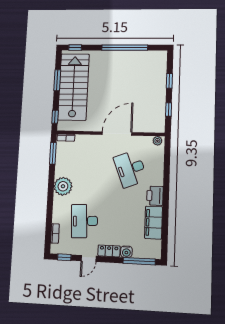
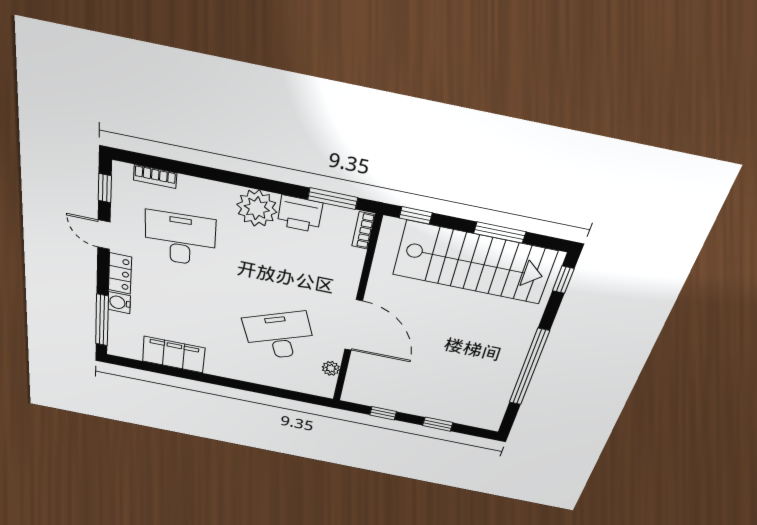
plant: (157, 141) -> (331, 368), moved
printer: (155, 196) -> (300, 214), moved, turned 180

